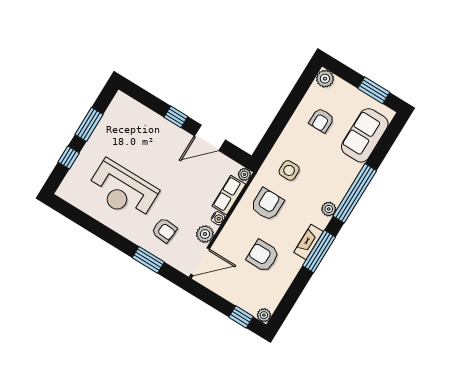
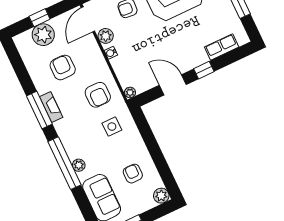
door: (210, 138) -> (173, 85), hinge flipped
row of seats: (229, 195) -> (222, 47), moved, turned -90
plant: (329, 209) -> (79, 165), moved
armchair: (263, 256) -> (63, 67), turned -90
plant: (264, 315) -> (43, 35), moved, width x1.87, depth x1.87
window: (241, 317) -> (40, 18), moved

